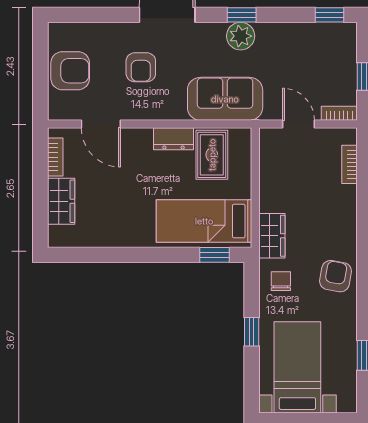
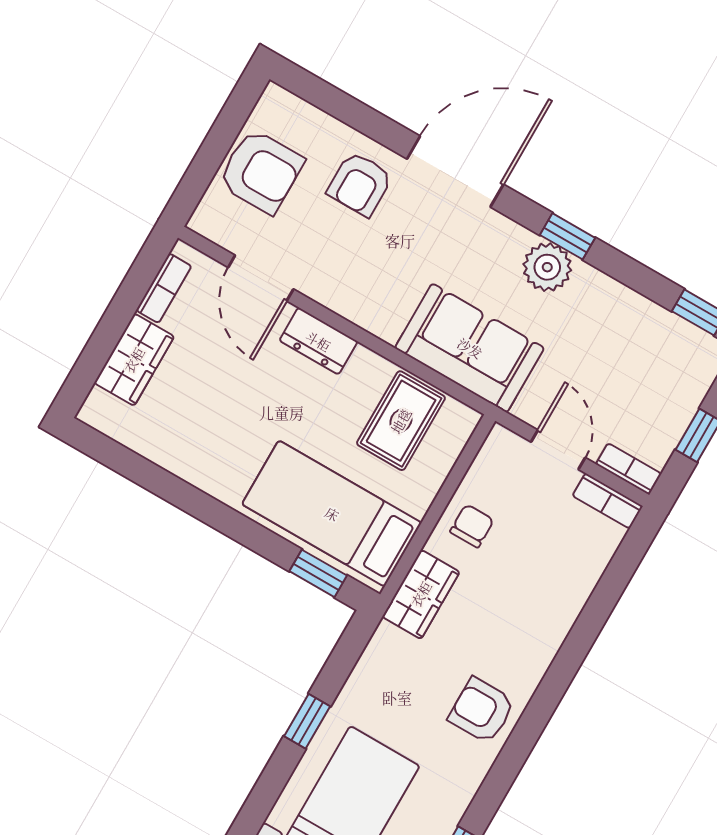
armchair: (141, 67) -> (360, 184), moved
dresser: (173, 139) -> (318, 341), moved
bookcase: (349, 164) -> (608, 501), moved, turned -90
armchair: (336, 276) -> (482, 710), turned -100
chair: (281, 281) -> (472, 526), moved

